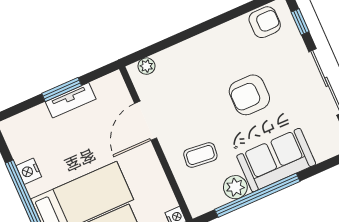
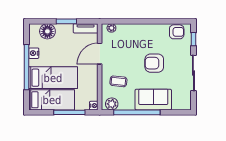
tv unit: (71, 100) -> (86, 28), moved
floor lamp: (36, 122) -> (47, 31), added
plant: (235, 187) -> (112, 104), moved

